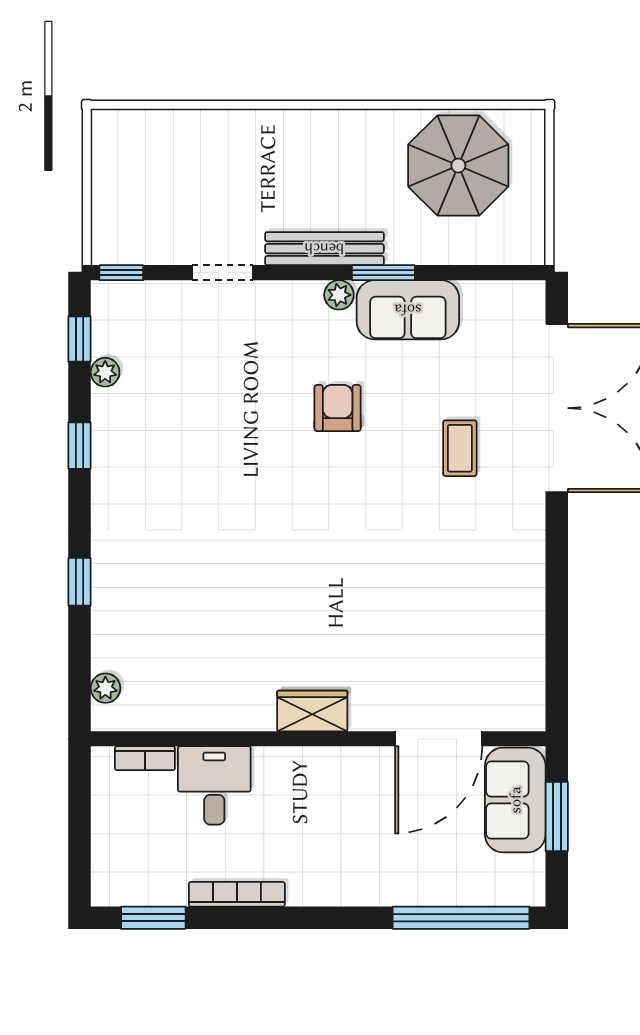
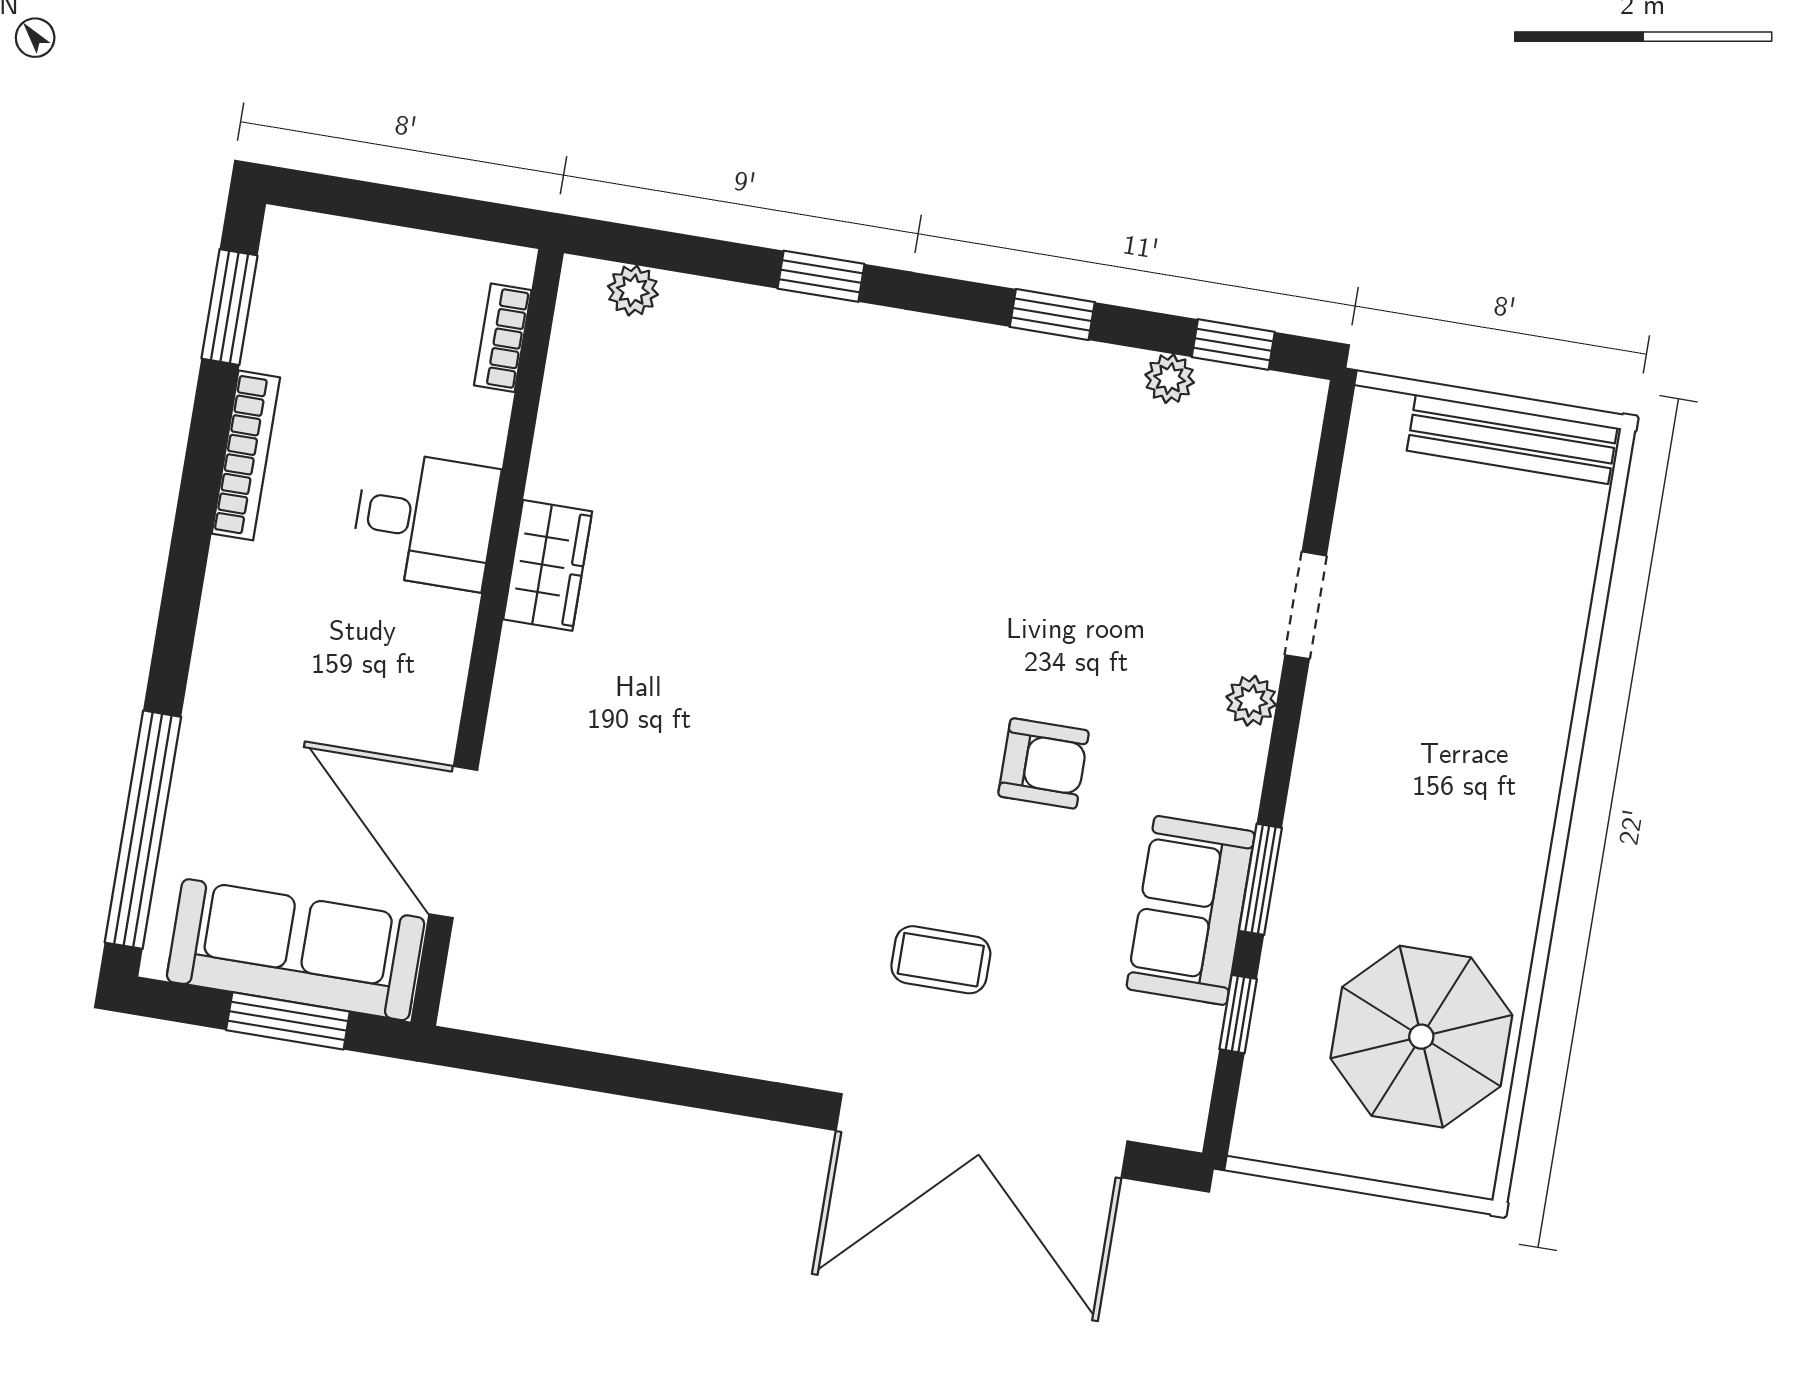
bench: (324, 249) -> (1512, 439), moved, turned 90
window: (121, 273) -> (1238, 1014), moved
plant: (339, 295) -> (1251, 701), moved
wardrobe: (312, 711) -> (548, 565), moved
desk: (214, 785) -> (425, 520), moved
sofa: (515, 800) -> (296, 950), width x1.36

